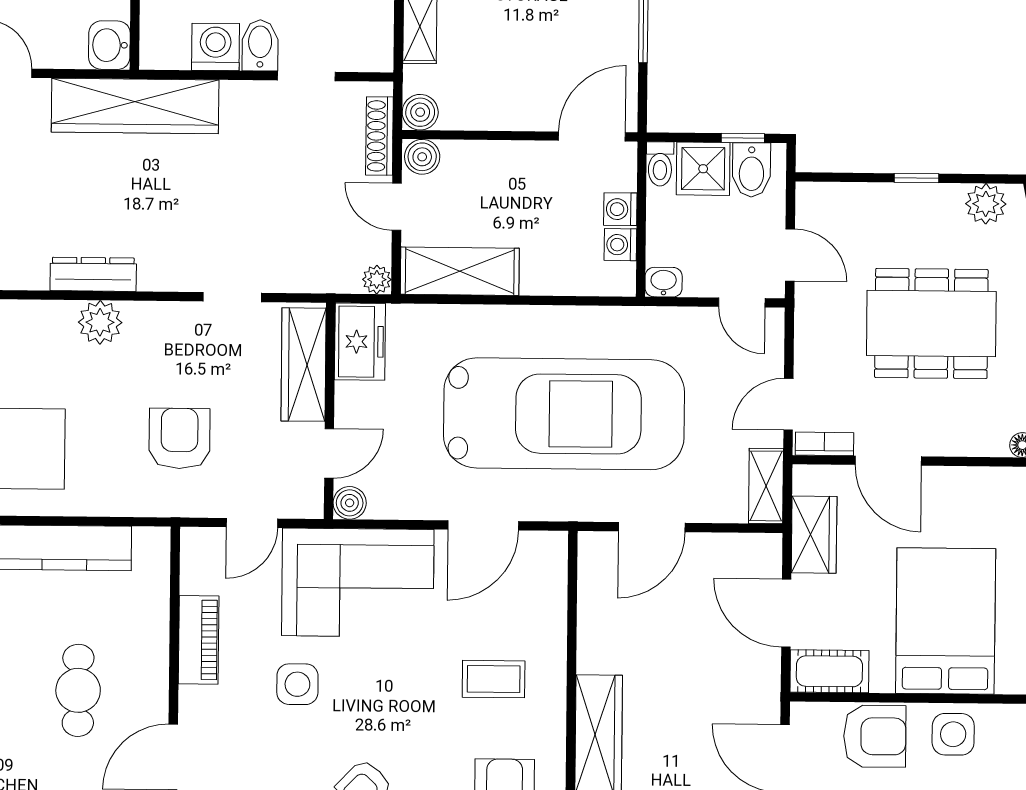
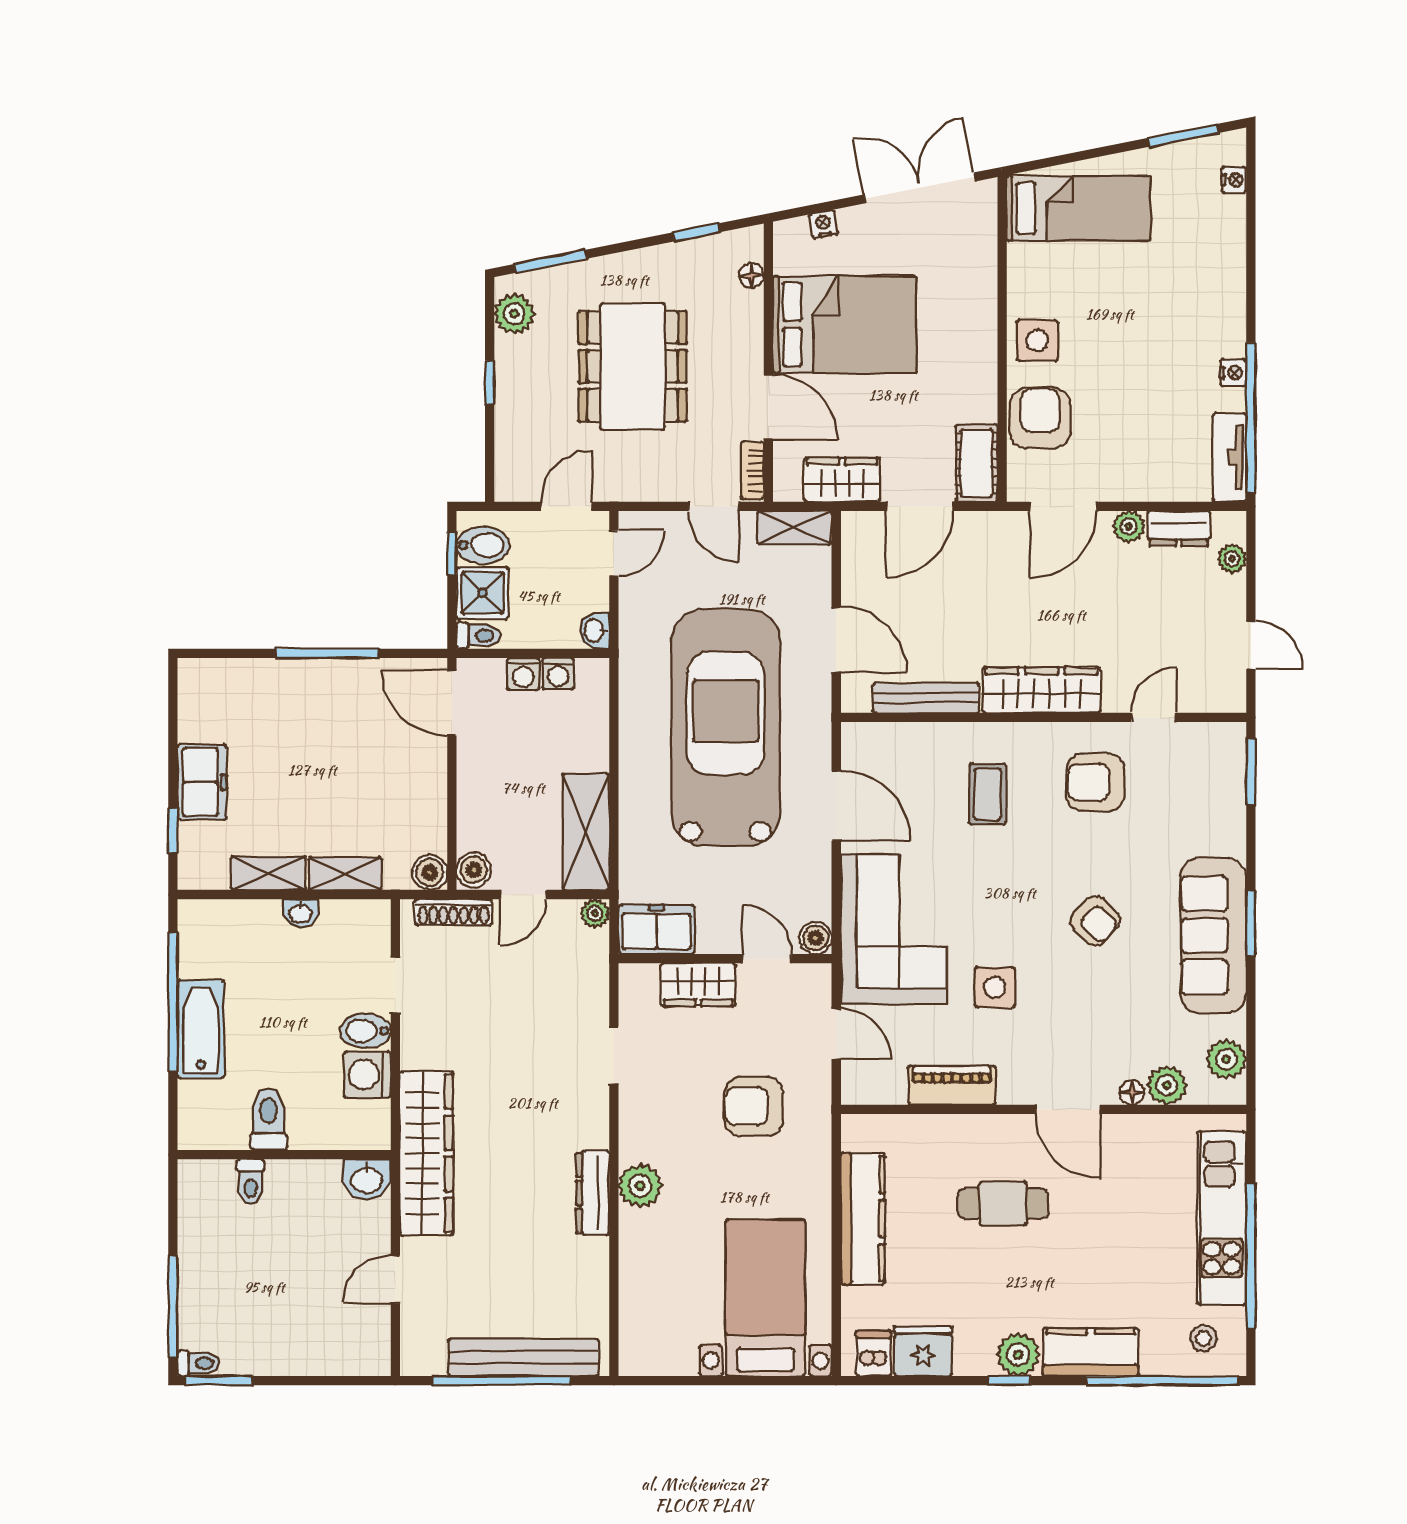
wardrobe: (304, 365) -> (698, 985), width x0.67
door: (888, 461) -> (768, 407), hinge flipped
bench: (592, 618) -> (926, 698), added
bed: (946, 621) -> (845, 324), moved, turned 180

